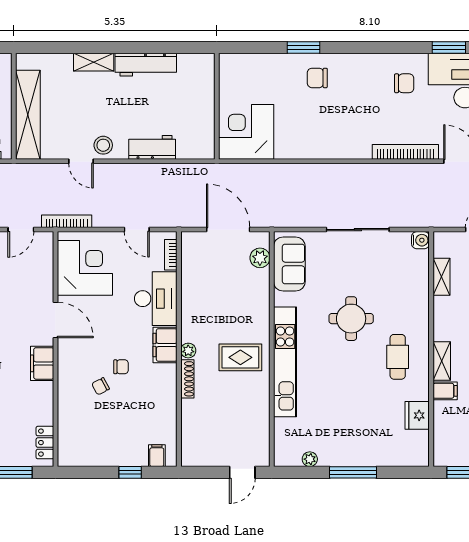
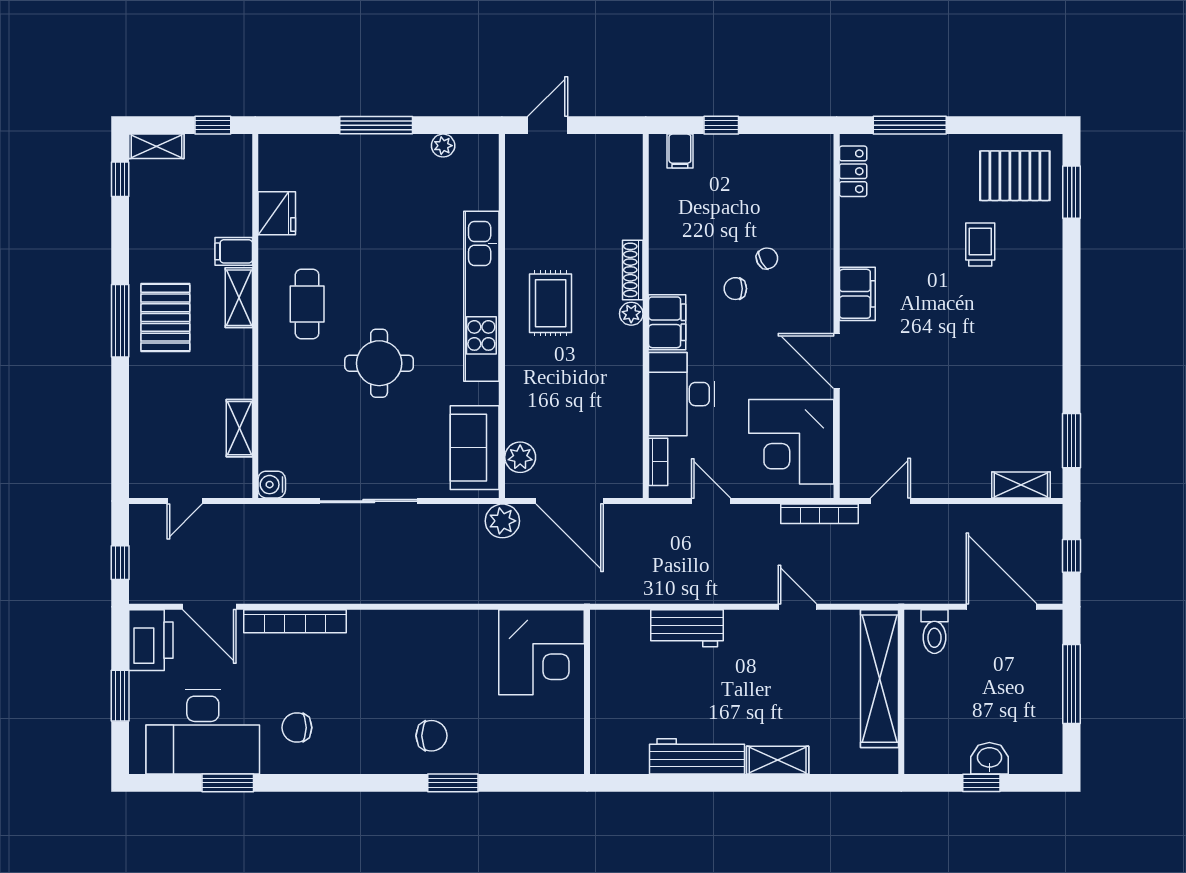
stool: (103, 145) -> (763, 632), removed
plant: (271, 217) -> (502, 521), added
rug: (240, 357) -> (551, 303), turned 90

